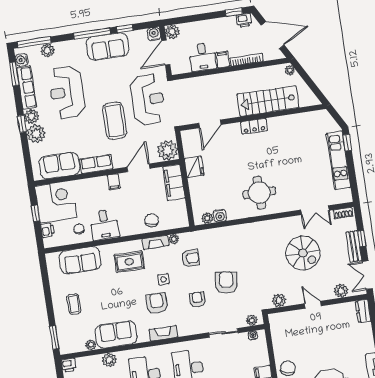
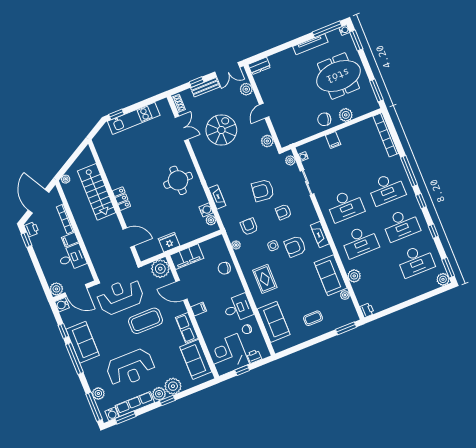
fireplace: (155, 242) -> (217, 197), moved

